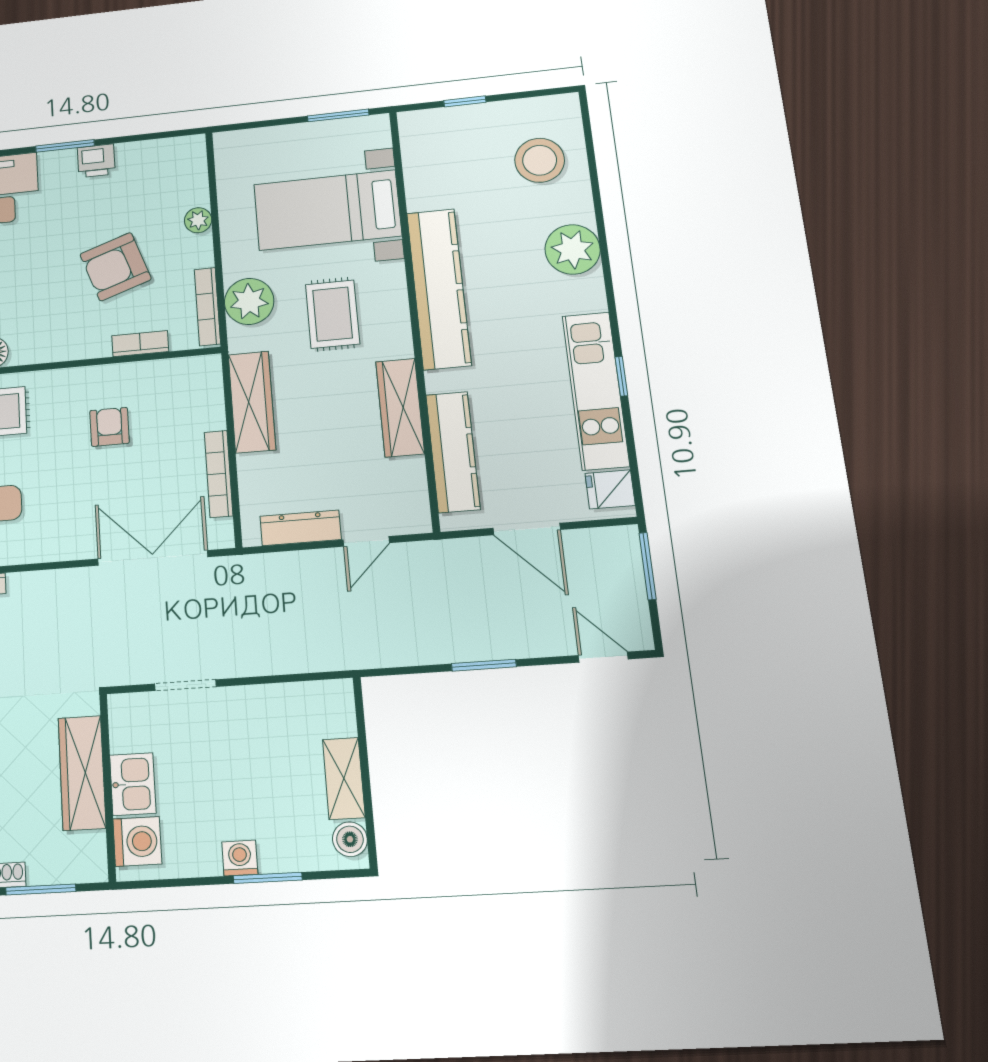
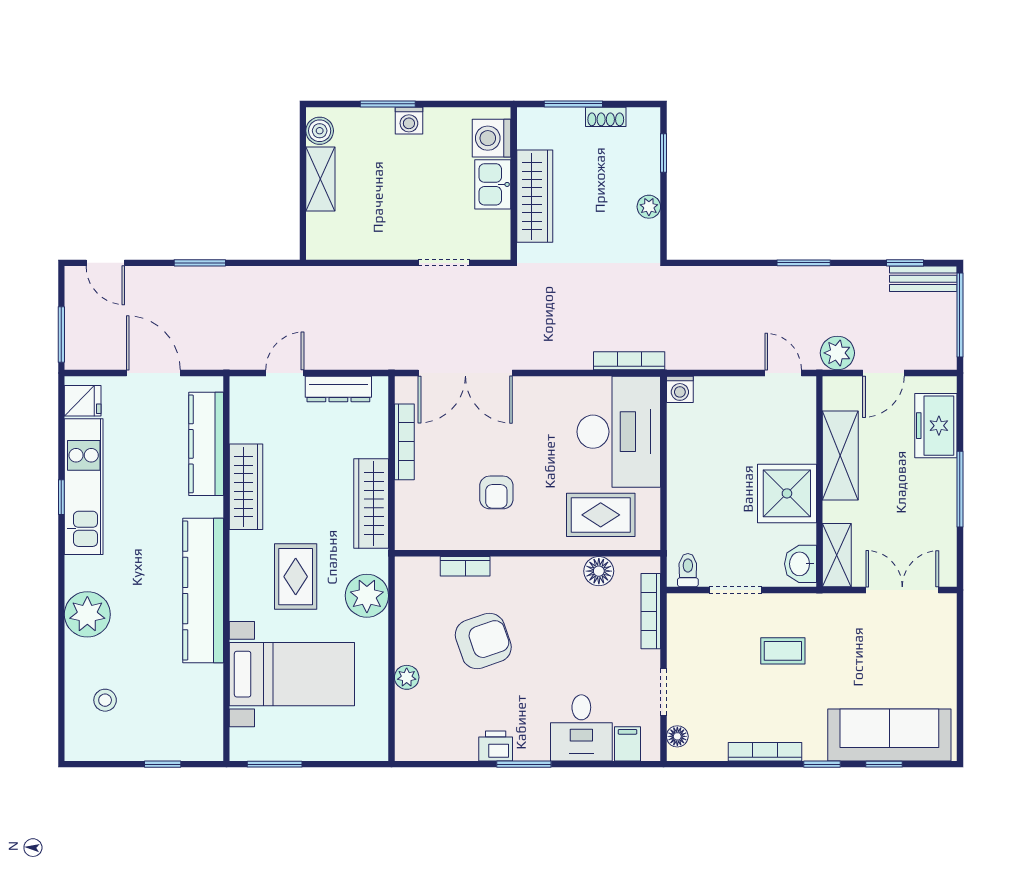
stool: (540, 160) -> (105, 700), width x0.53, depth x0.53
bookcase: (207, 307) -> (404, 595), removed

